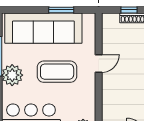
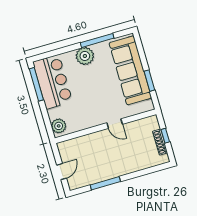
coffee table: (57, 72) -> (98, 92), removed

